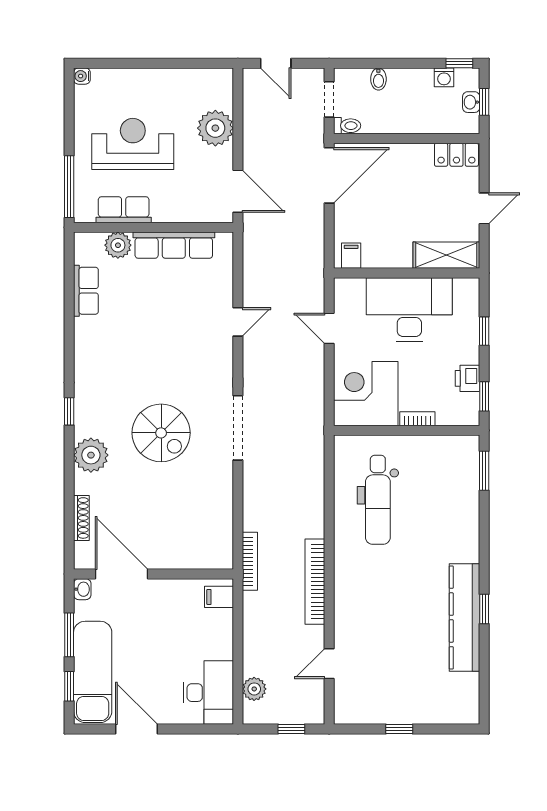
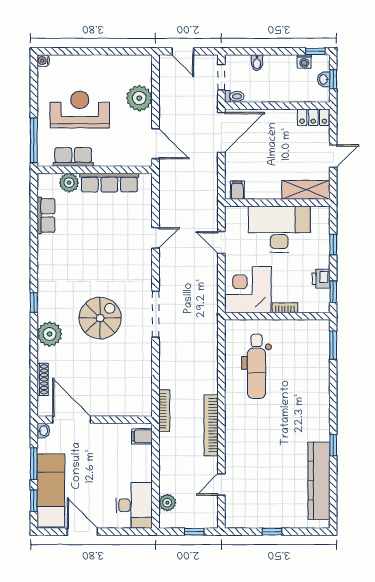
spiral stairs: (161, 433) -> (100, 318), turned -90
kitchen counter: (464, 618) -> (319, 481), moved

